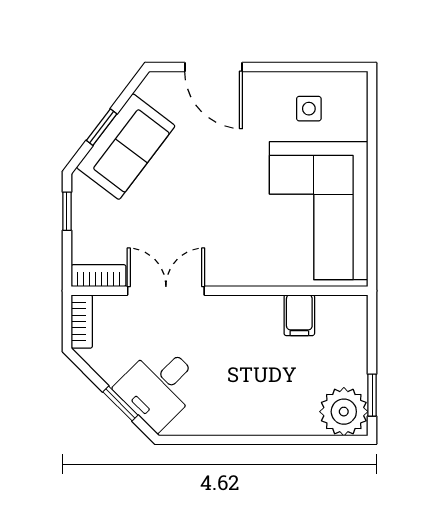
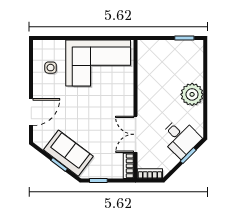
filing cabinet: (299, 315) -> (147, 72), removed
plant: (344, 412) -> (192, 94), moved

